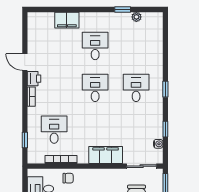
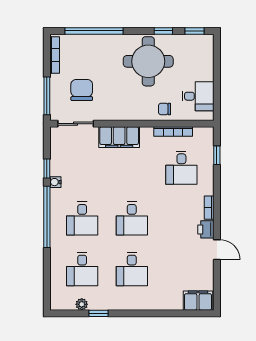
filing cabinet: (67, 20) -> (198, 301), moved
desk: (136, 46) -> (82, 269), added
window: (165, 89) -> (47, 217), width x3.17
water cooler: (158, 144) -> (55, 182), moved

